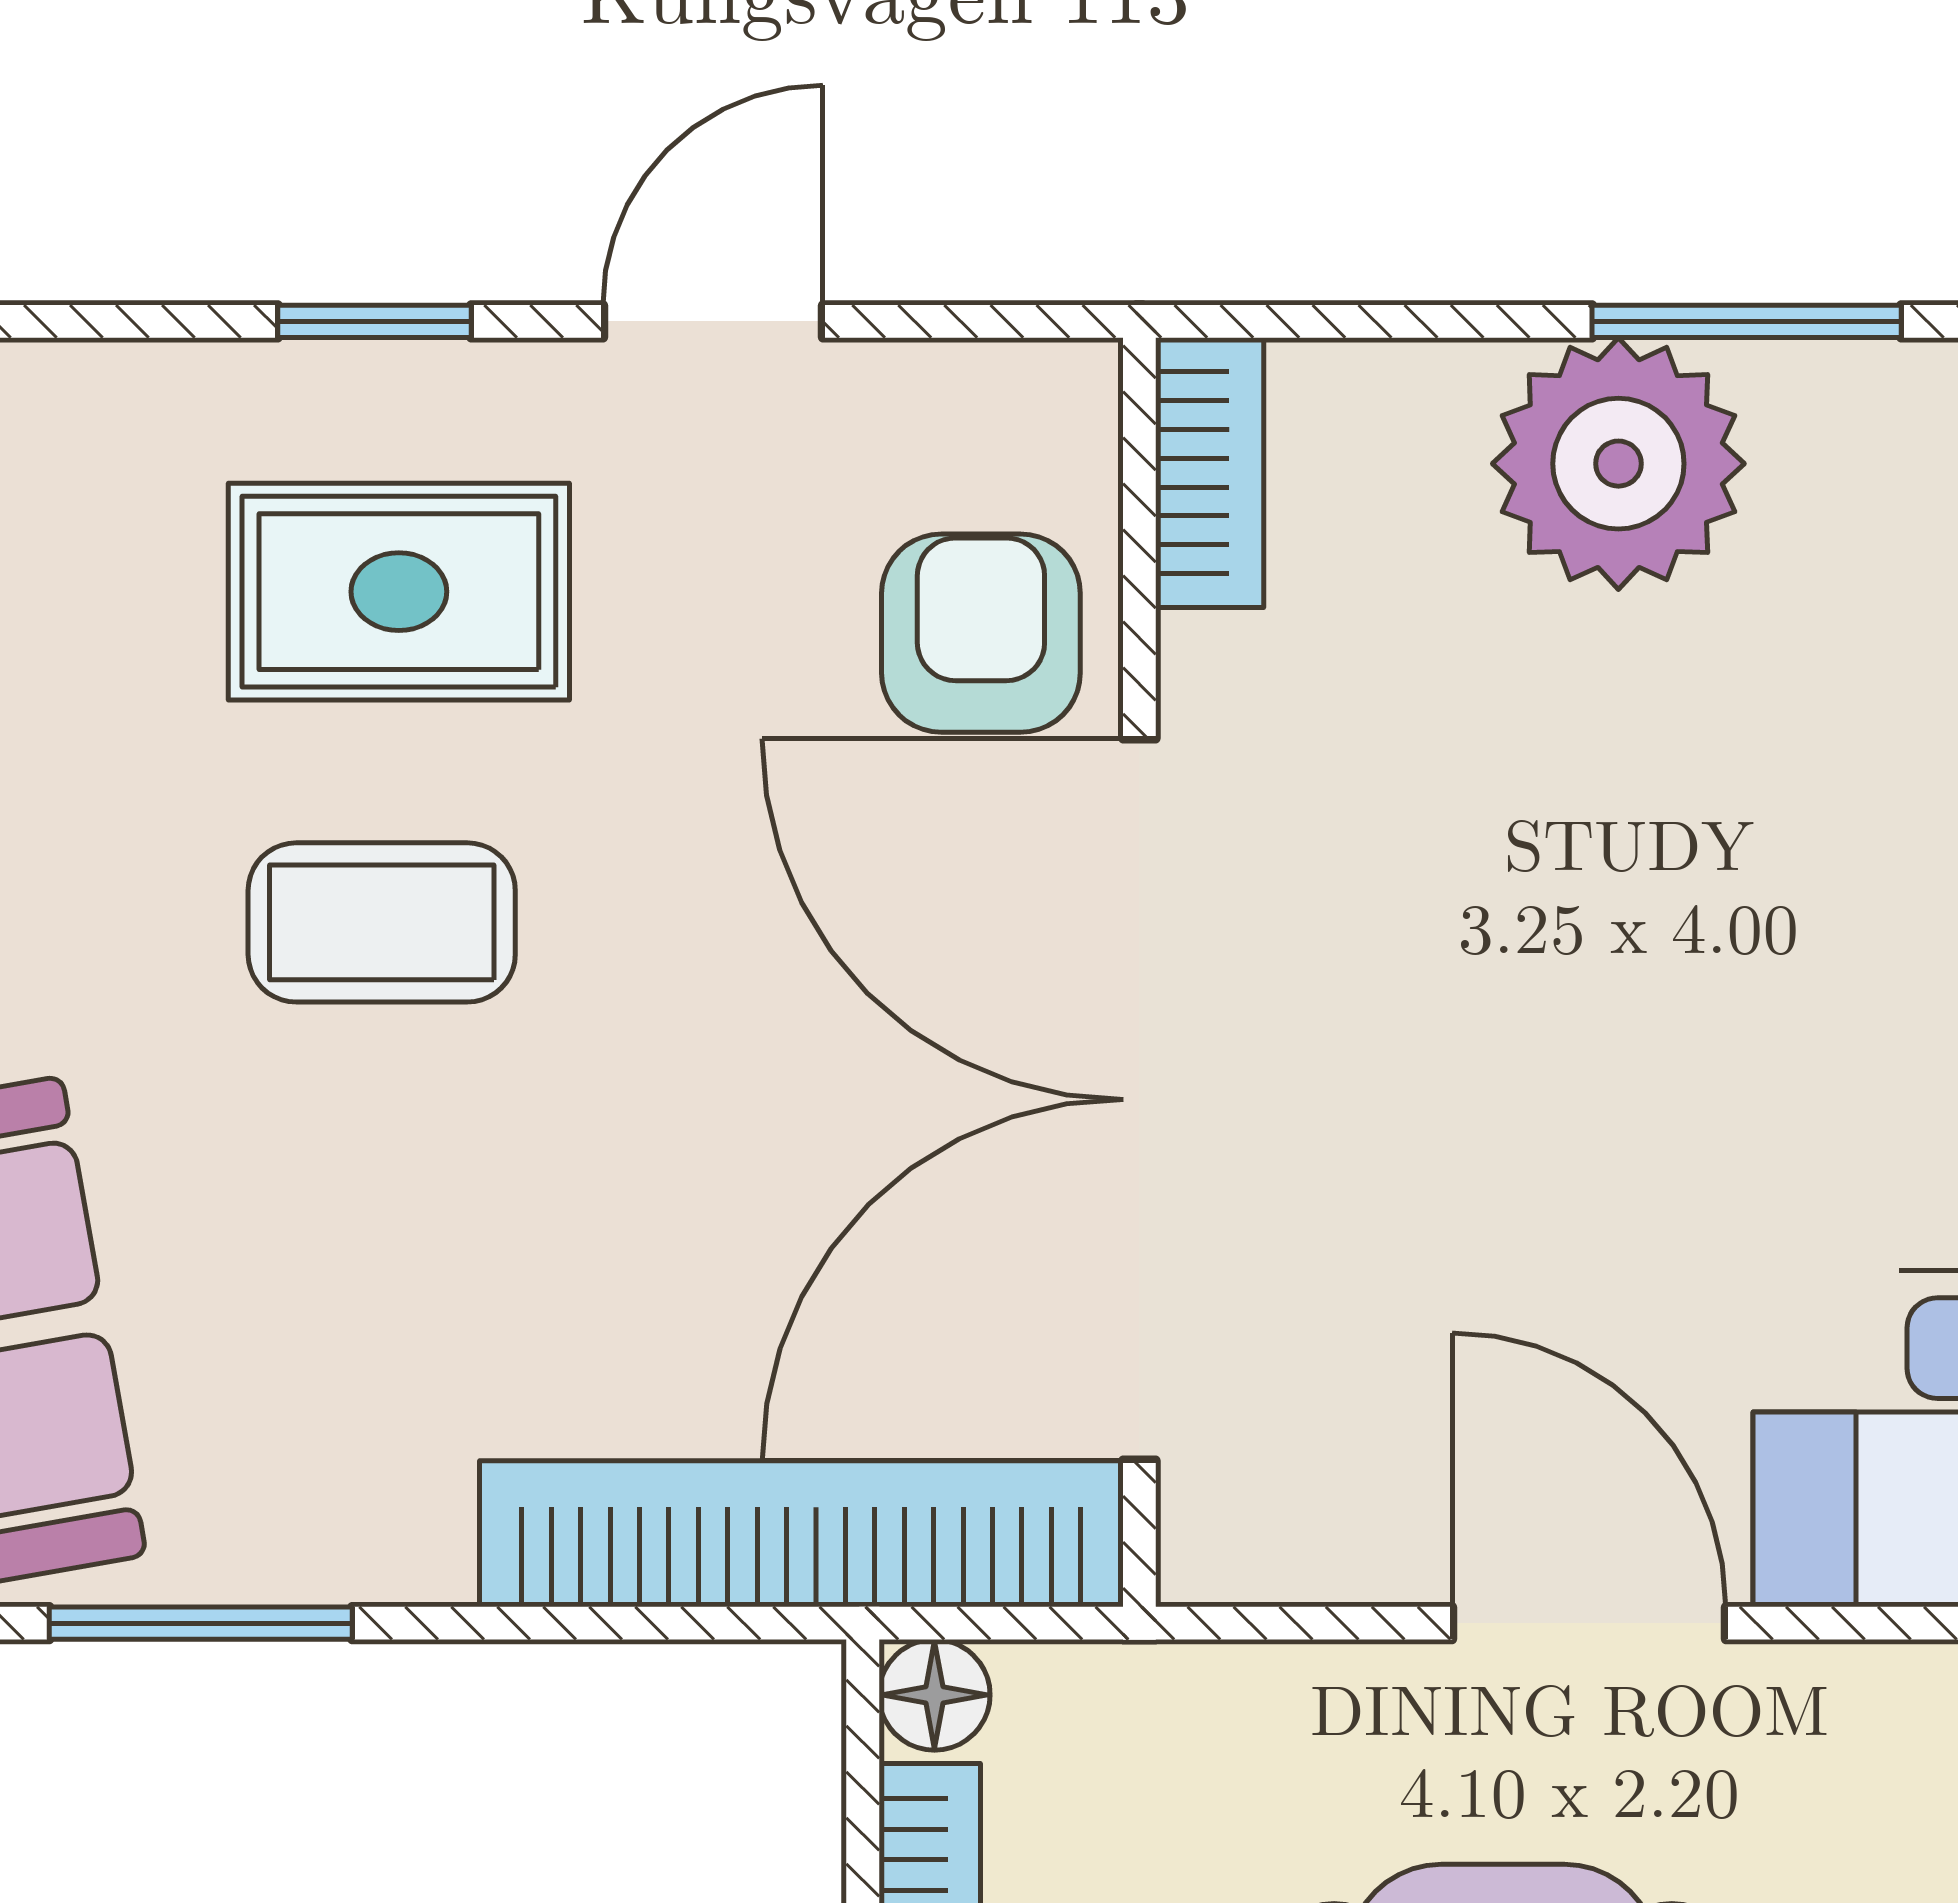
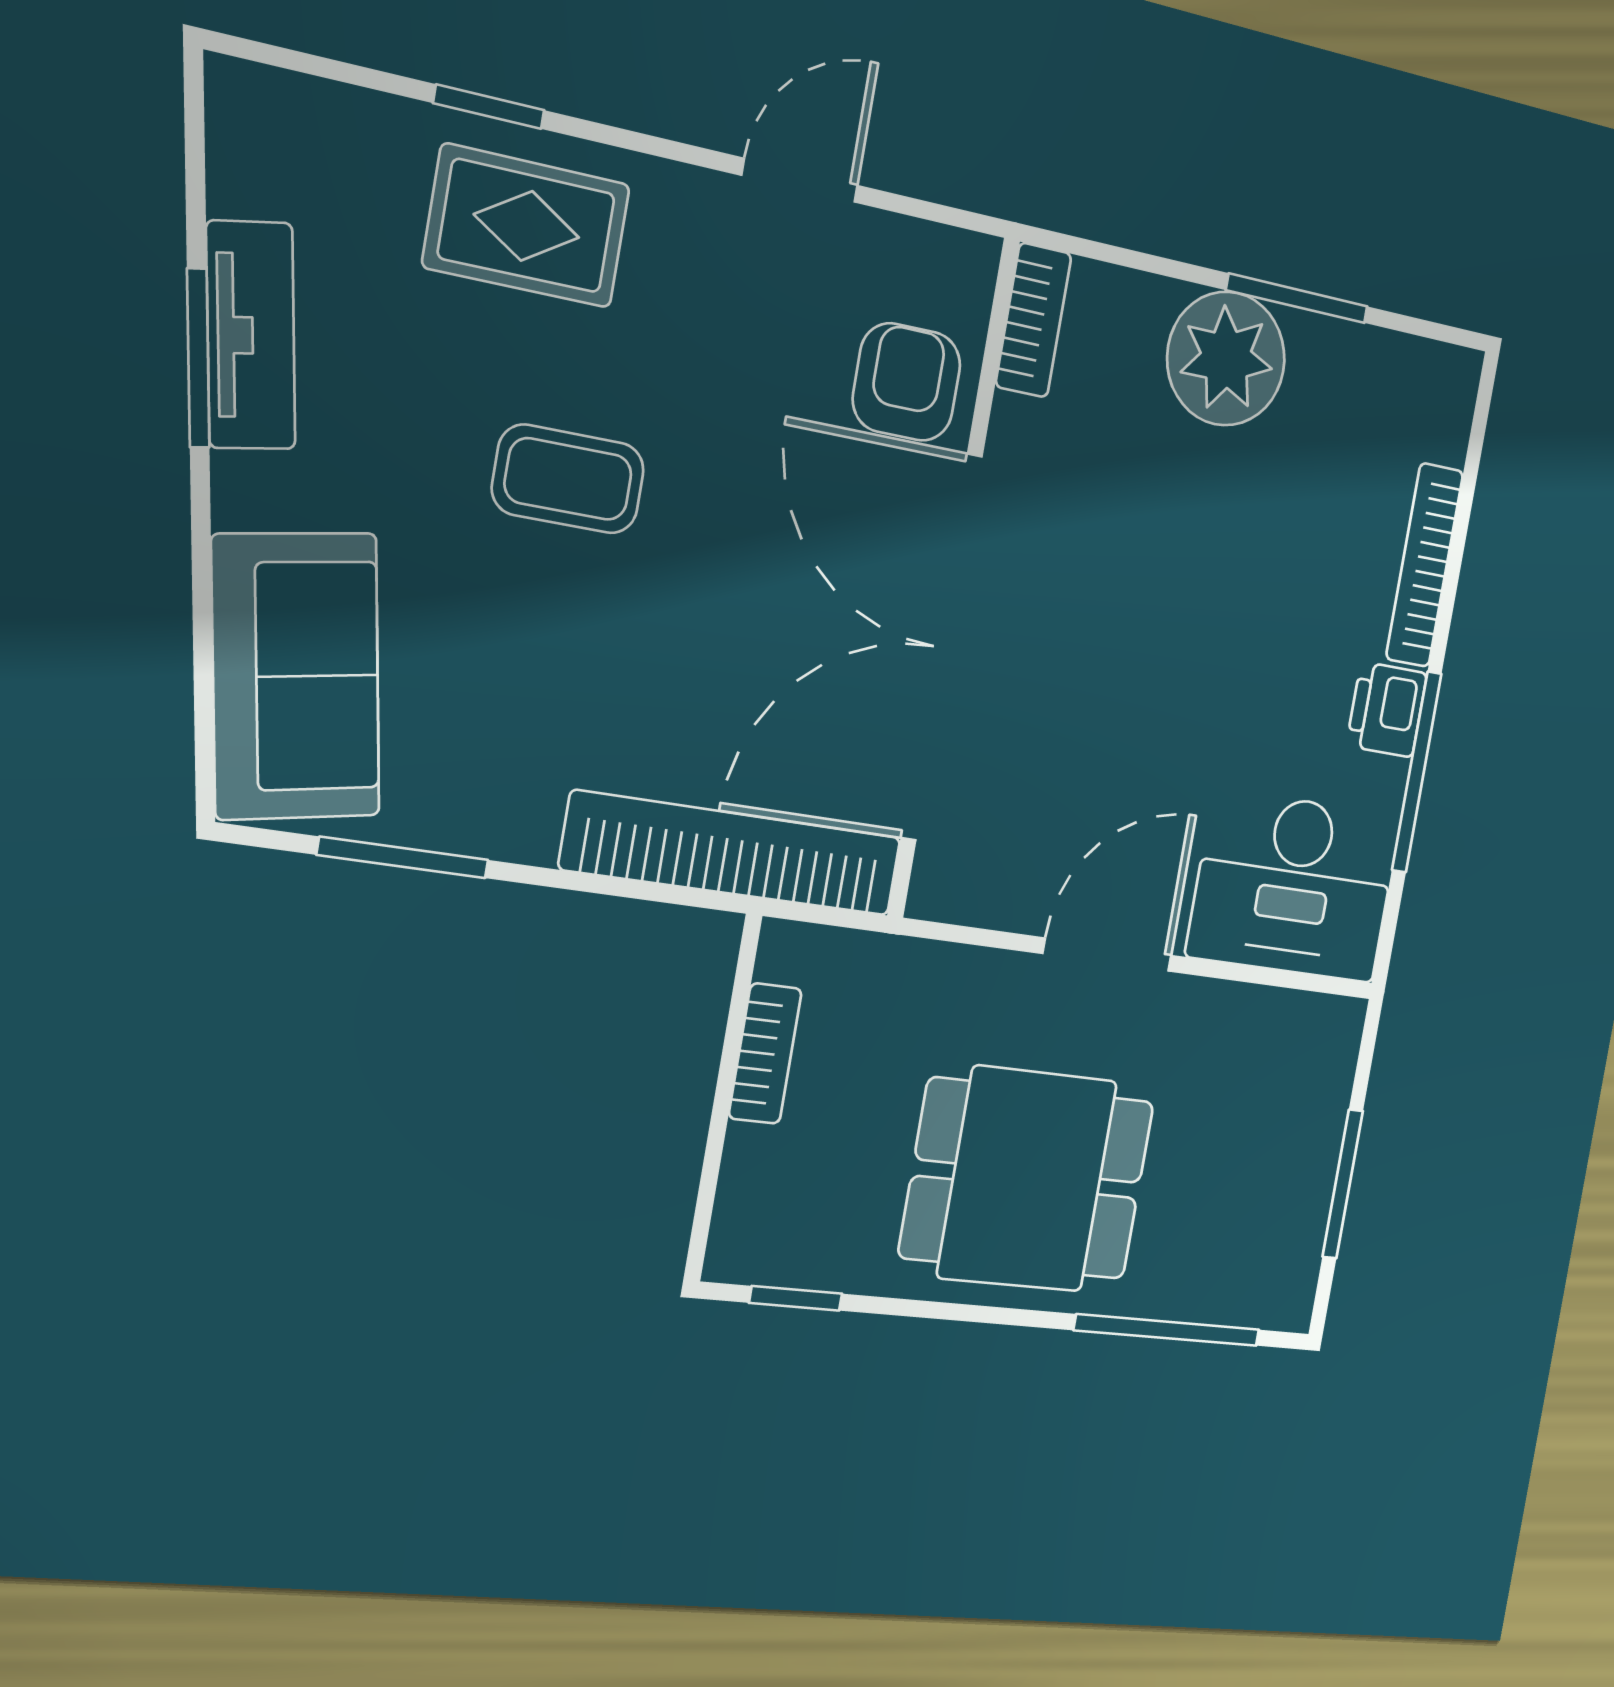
window: (374, 321) -> (489, 107), moved
rug: (399, 592) -> (527, 226), moved
door: (1589, 1623) -> (1107, 955), hinge flipped
floor lamp: (934, 1695) -> (785, 950), removed

